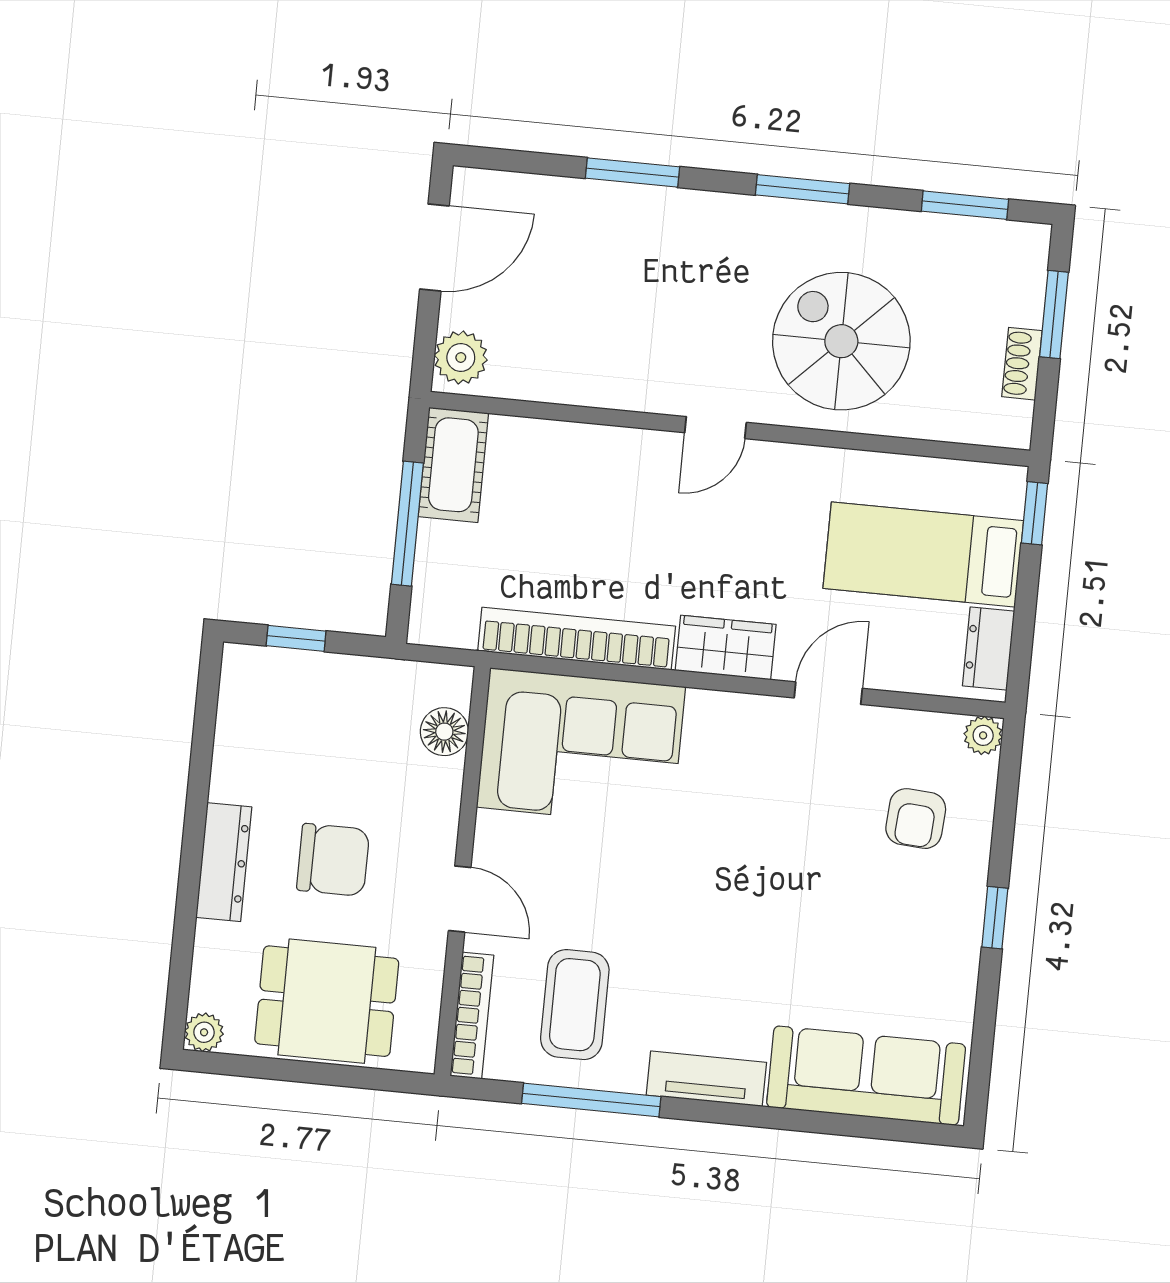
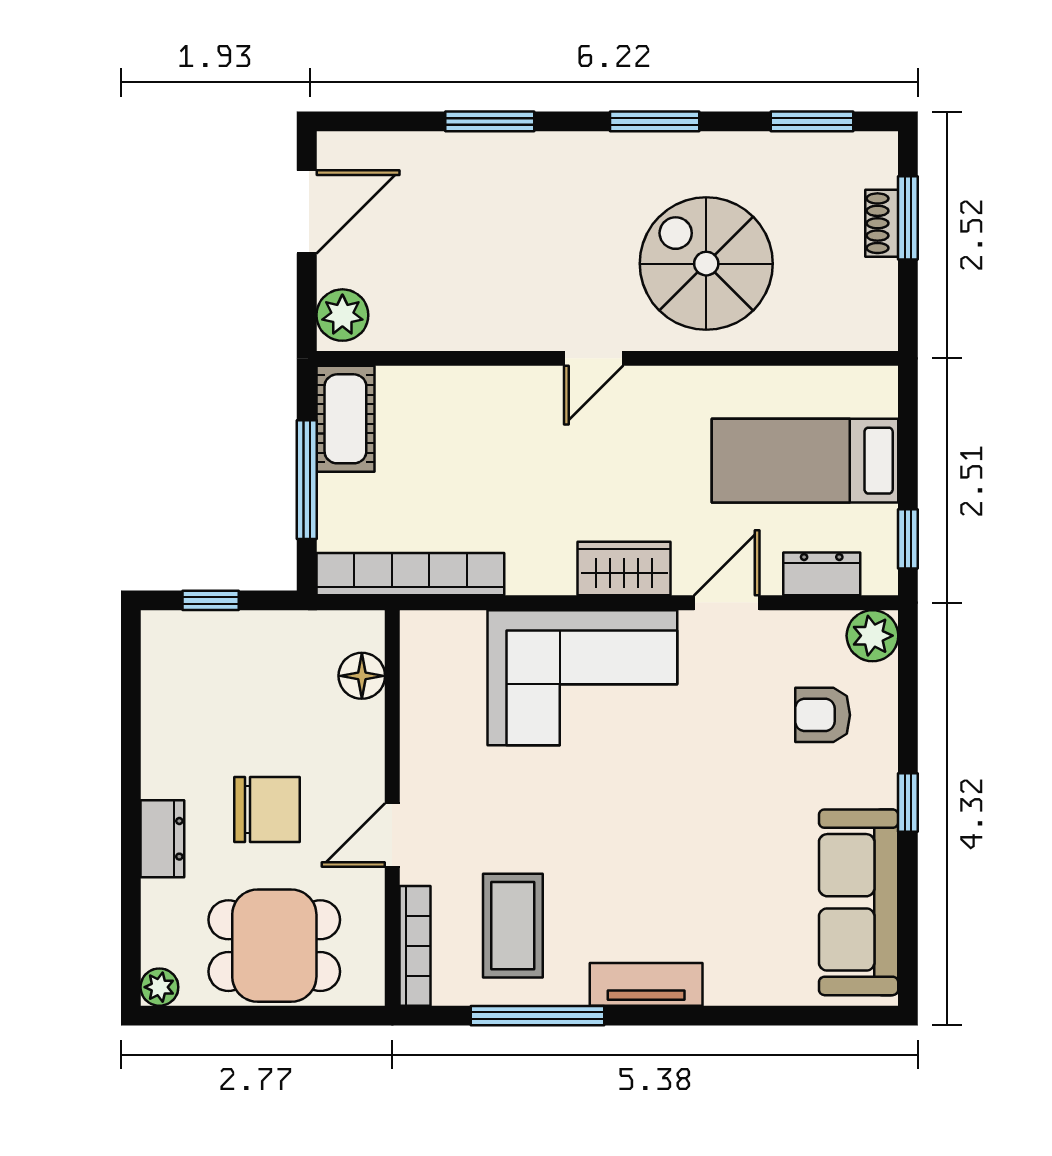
shoe rack: (1022, 364) -> (882, 223), moved
window: (1034, 513) -> (908, 539), moved
bookcase: (577, 639) -> (410, 574), moved
dresser: (989, 648) -> (822, 574), moved, turned 90
plant: (983, 735) -> (872, 636), width x1.38, depth x1.38
corner sofa: (581, 747) -> (582, 678), moved
armchair: (916, 819) -> (823, 715), turned 86
dresser: (224, 862) -> (162, 839), width x0.70
door: (460, 899) -> (392, 835), swing flipped
sofa: (866, 1076) -> (859, 902), moved, turned -90

